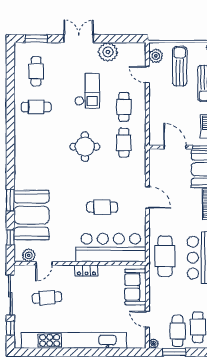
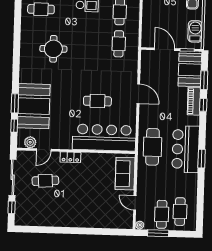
round table: (85, 147) -> (53, 49), moved
window: (10, 200) -> (15, 103), moved
locker: (86, 271) -> (70, 157), moved
kitchen unit: (74, 340) -> (68, 220), removed

